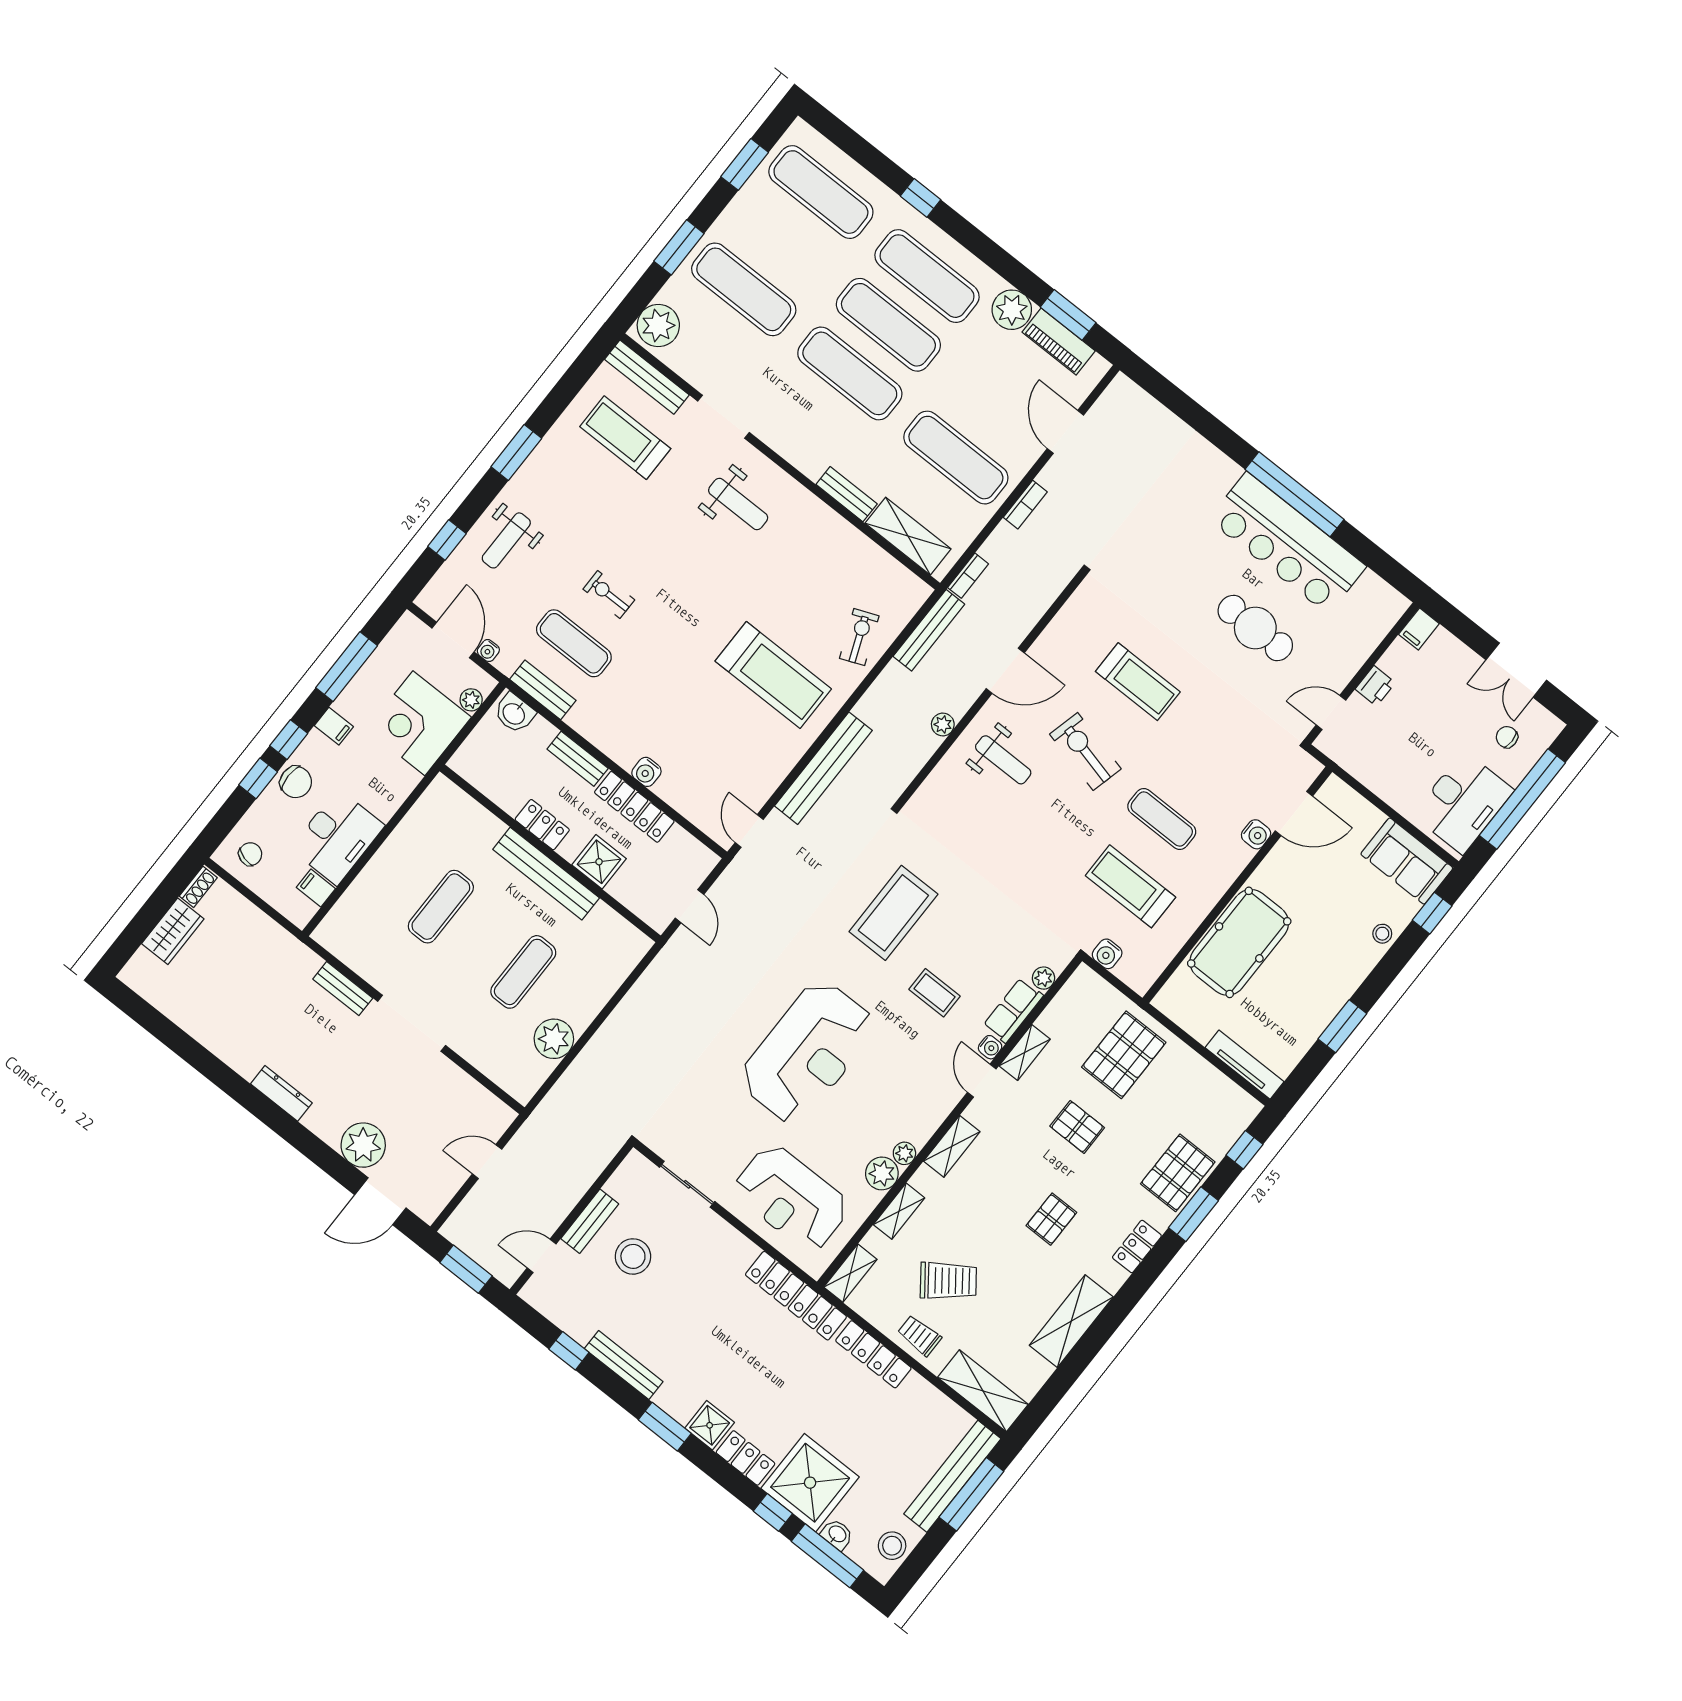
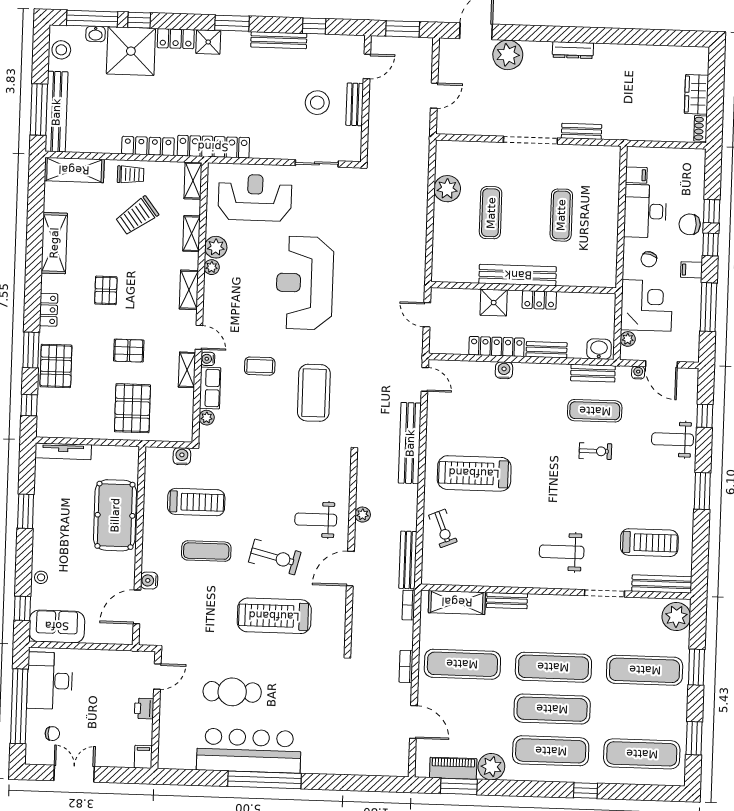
weight bench: (506, 540) -> (672, 439), turned -90
treadmill: (1138, 682) -> (274, 616), width x1.37, depth x1.38
chair: (250, 854) -> (649, 259), moved

